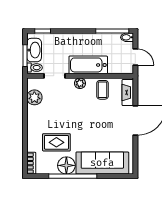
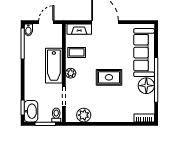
washbasin: (34, 50) -> (31, 111), moved, turned 90
rug: (56, 142) -> (109, 77), moved, turned 90

